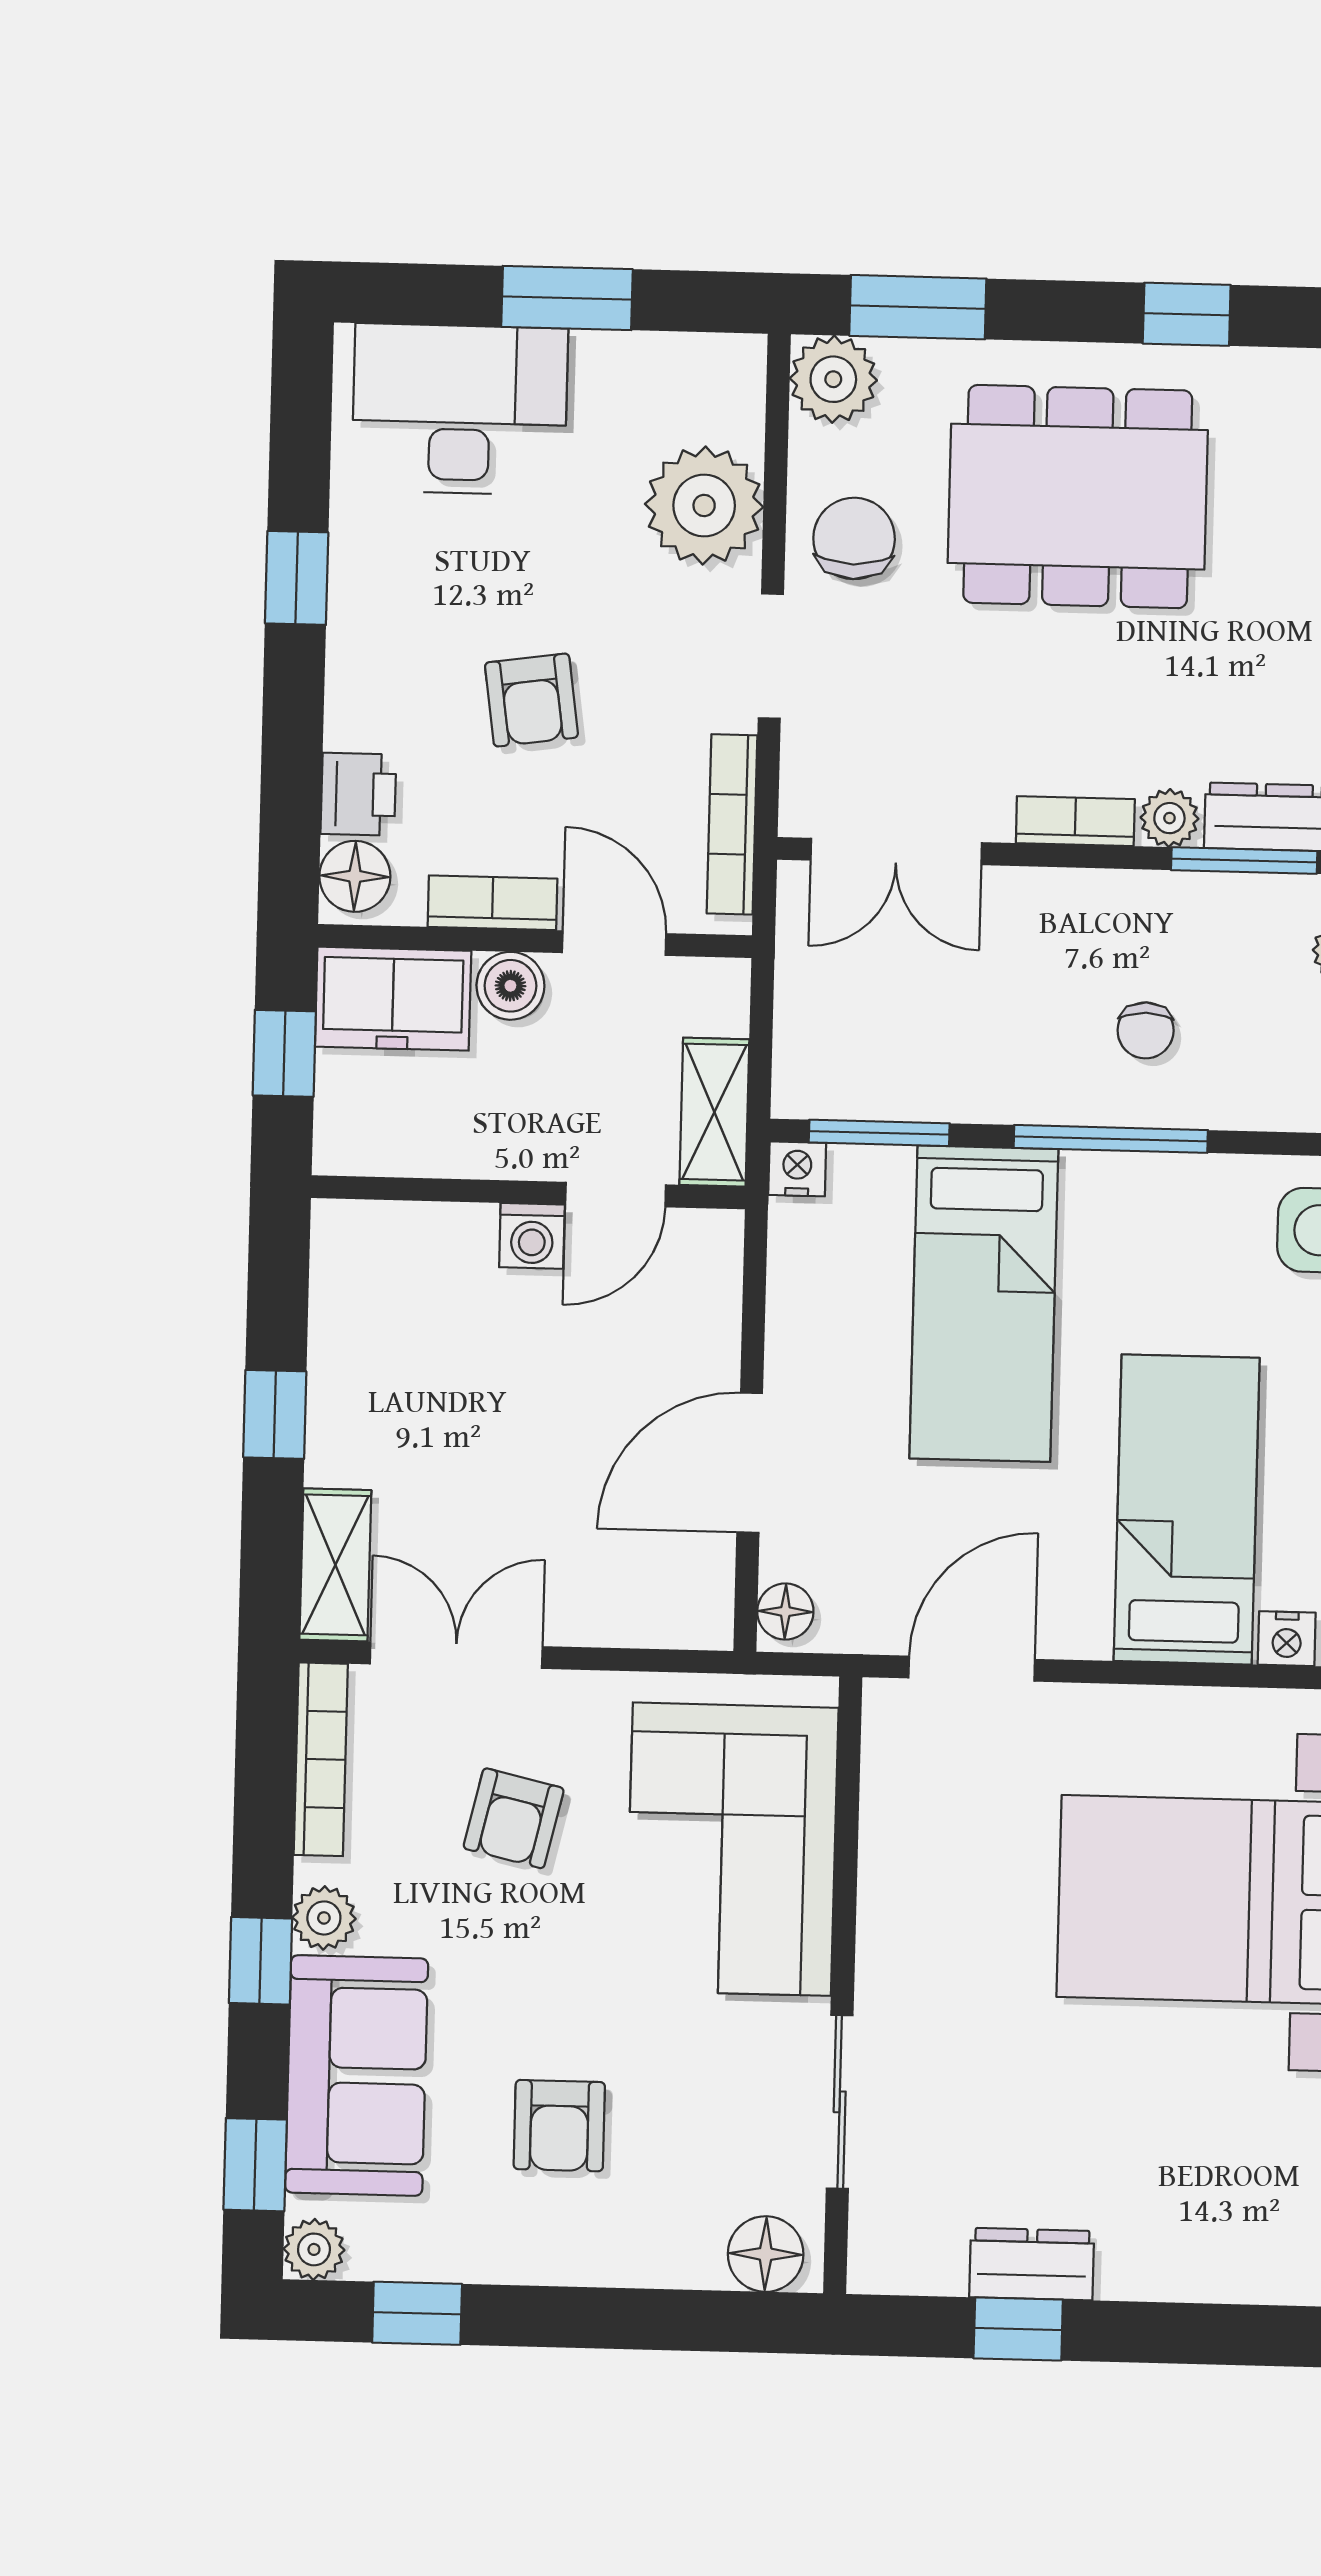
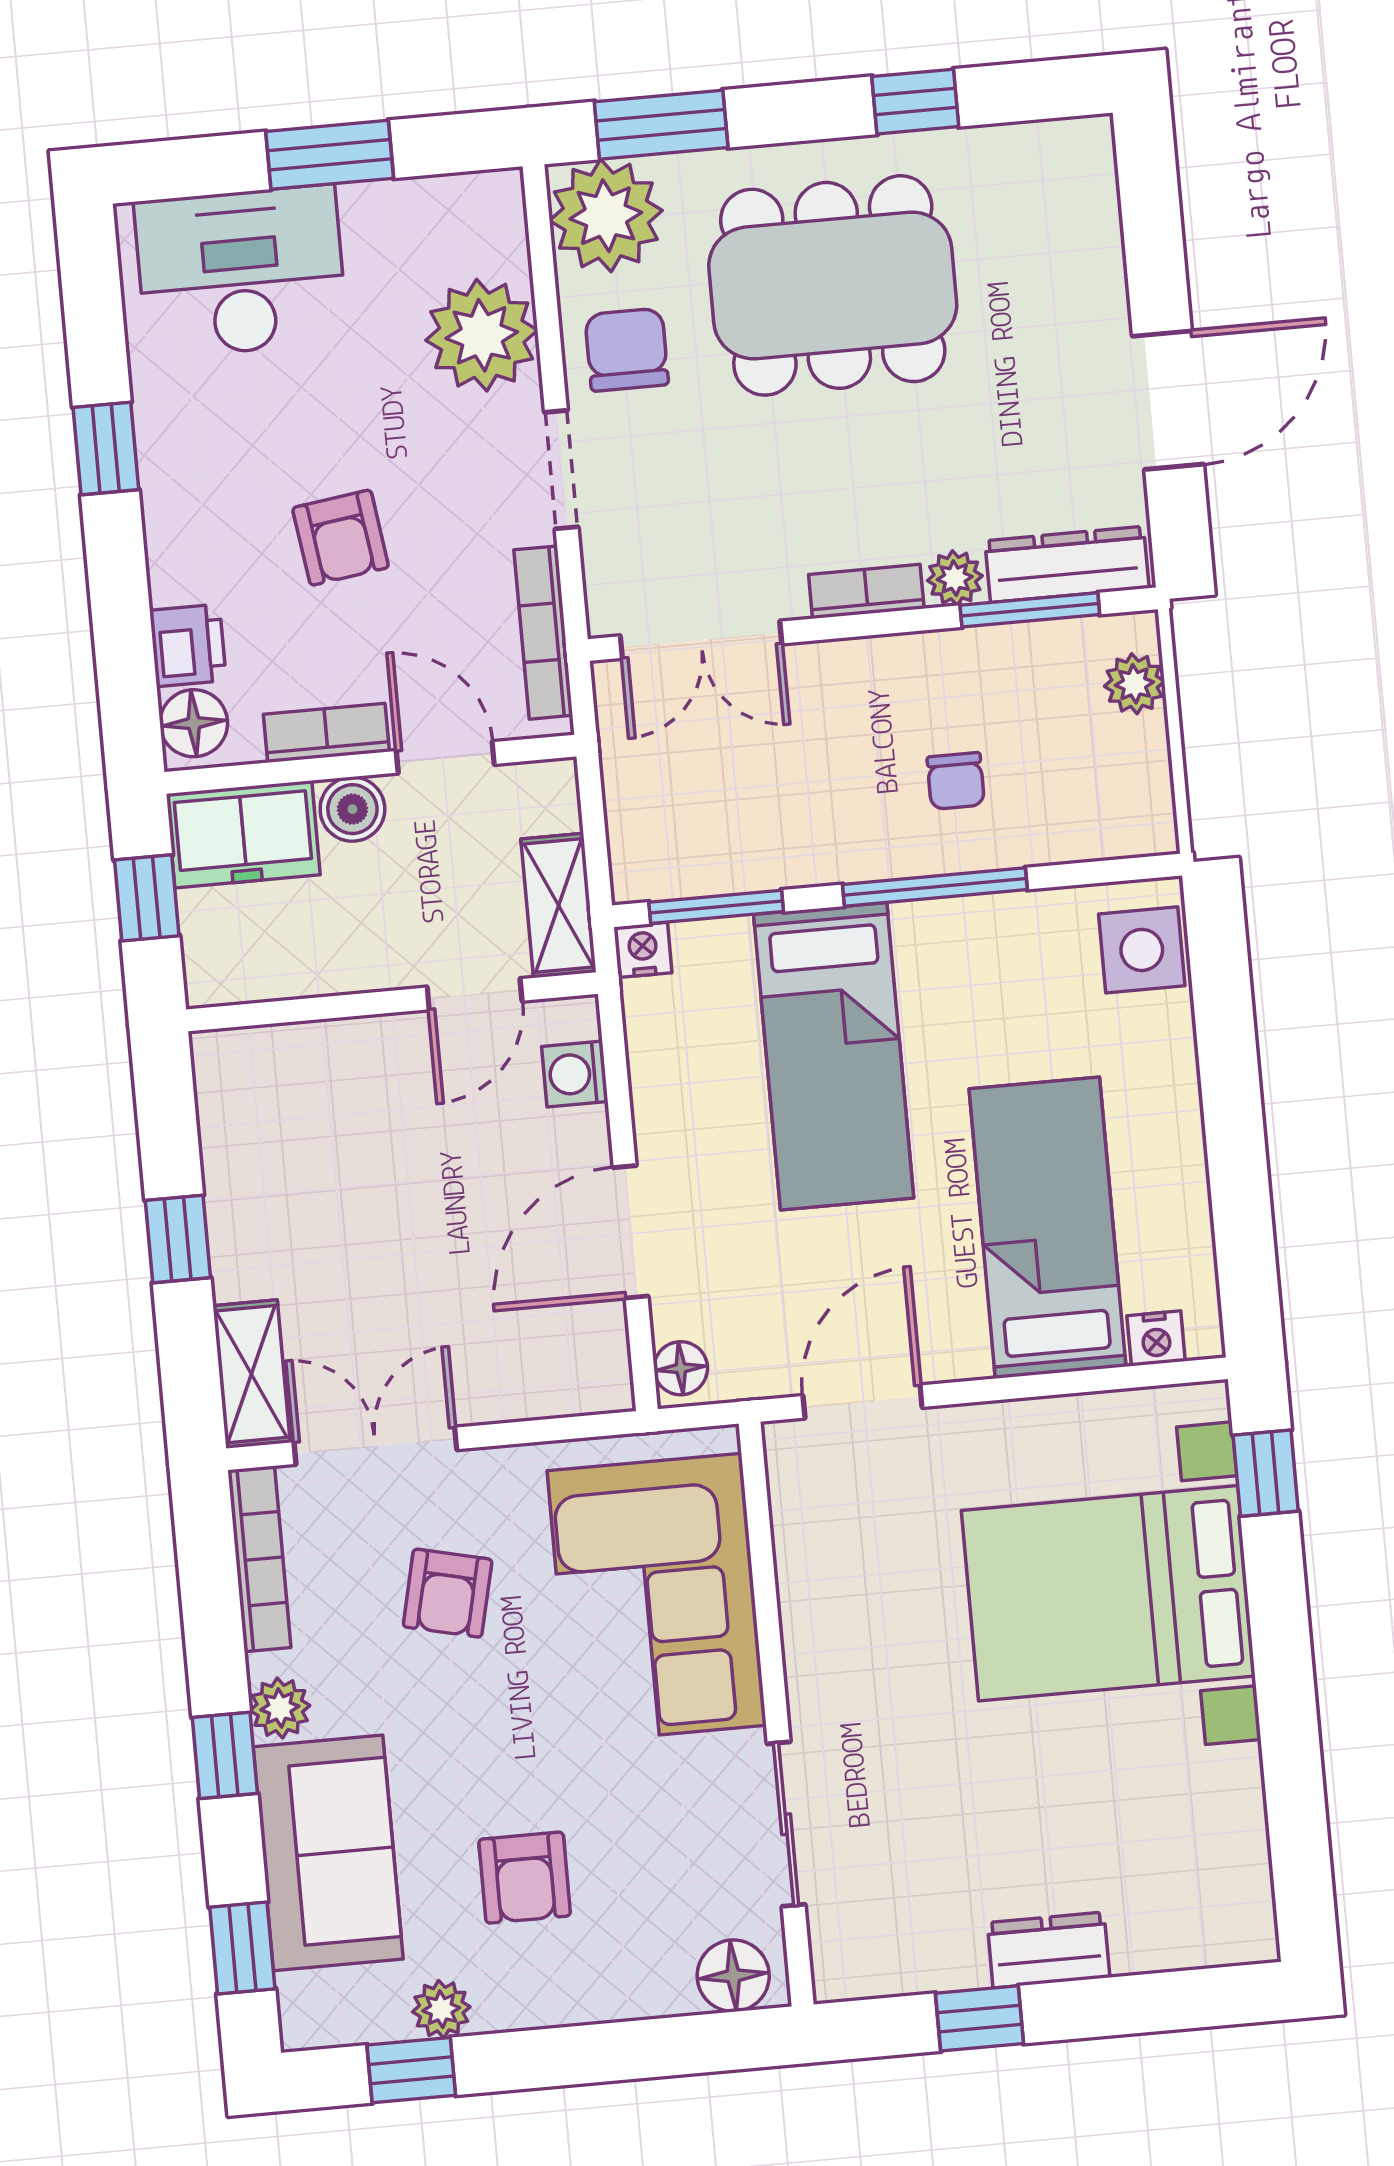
plant: (833, 379) -> (606, 216), width x1.36, depth x1.36
washing machine: (532, 1236) -> (575, 1074), moved, turned 90
plant: (314, 2249) -> (441, 2009), moved
dresser: (1032, 2264) -> (1049, 1950), moved

